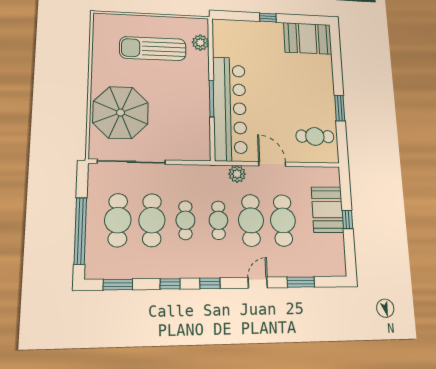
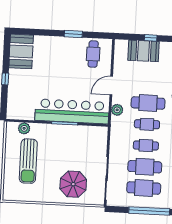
parasol: (121, 113) -> (73, 184), width x0.73, depth x0.73
cafe table: (283, 220) -> (149, 82), removed

